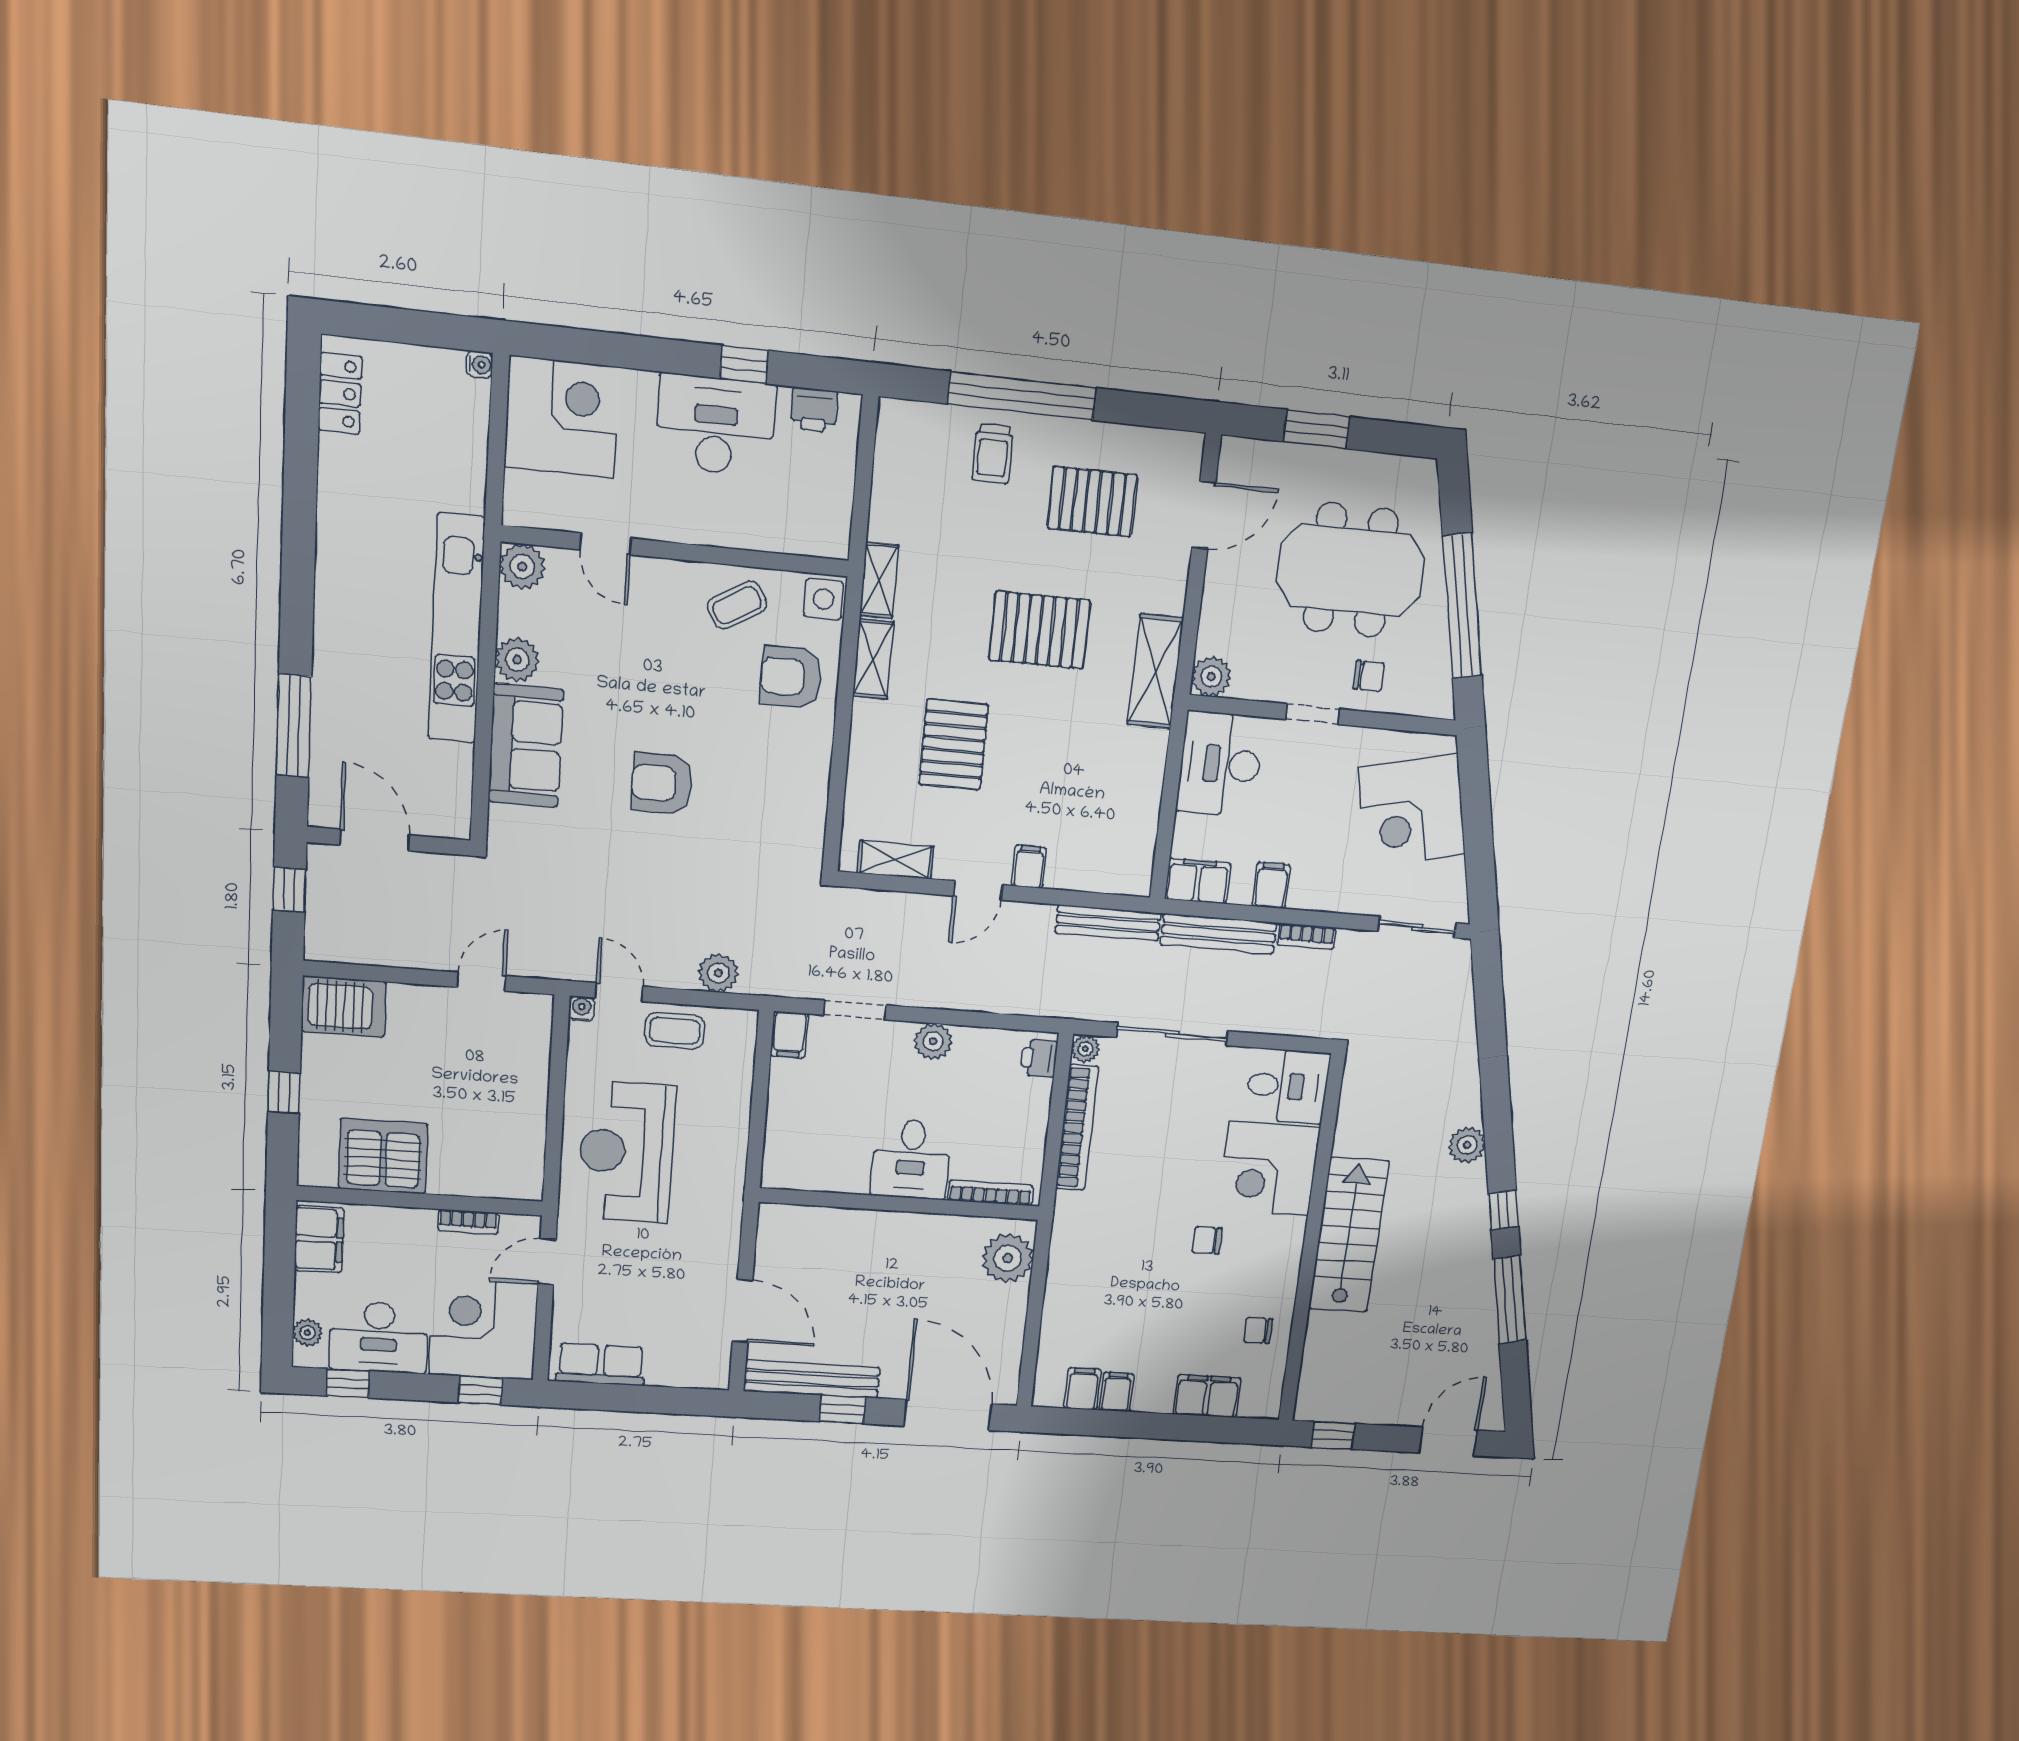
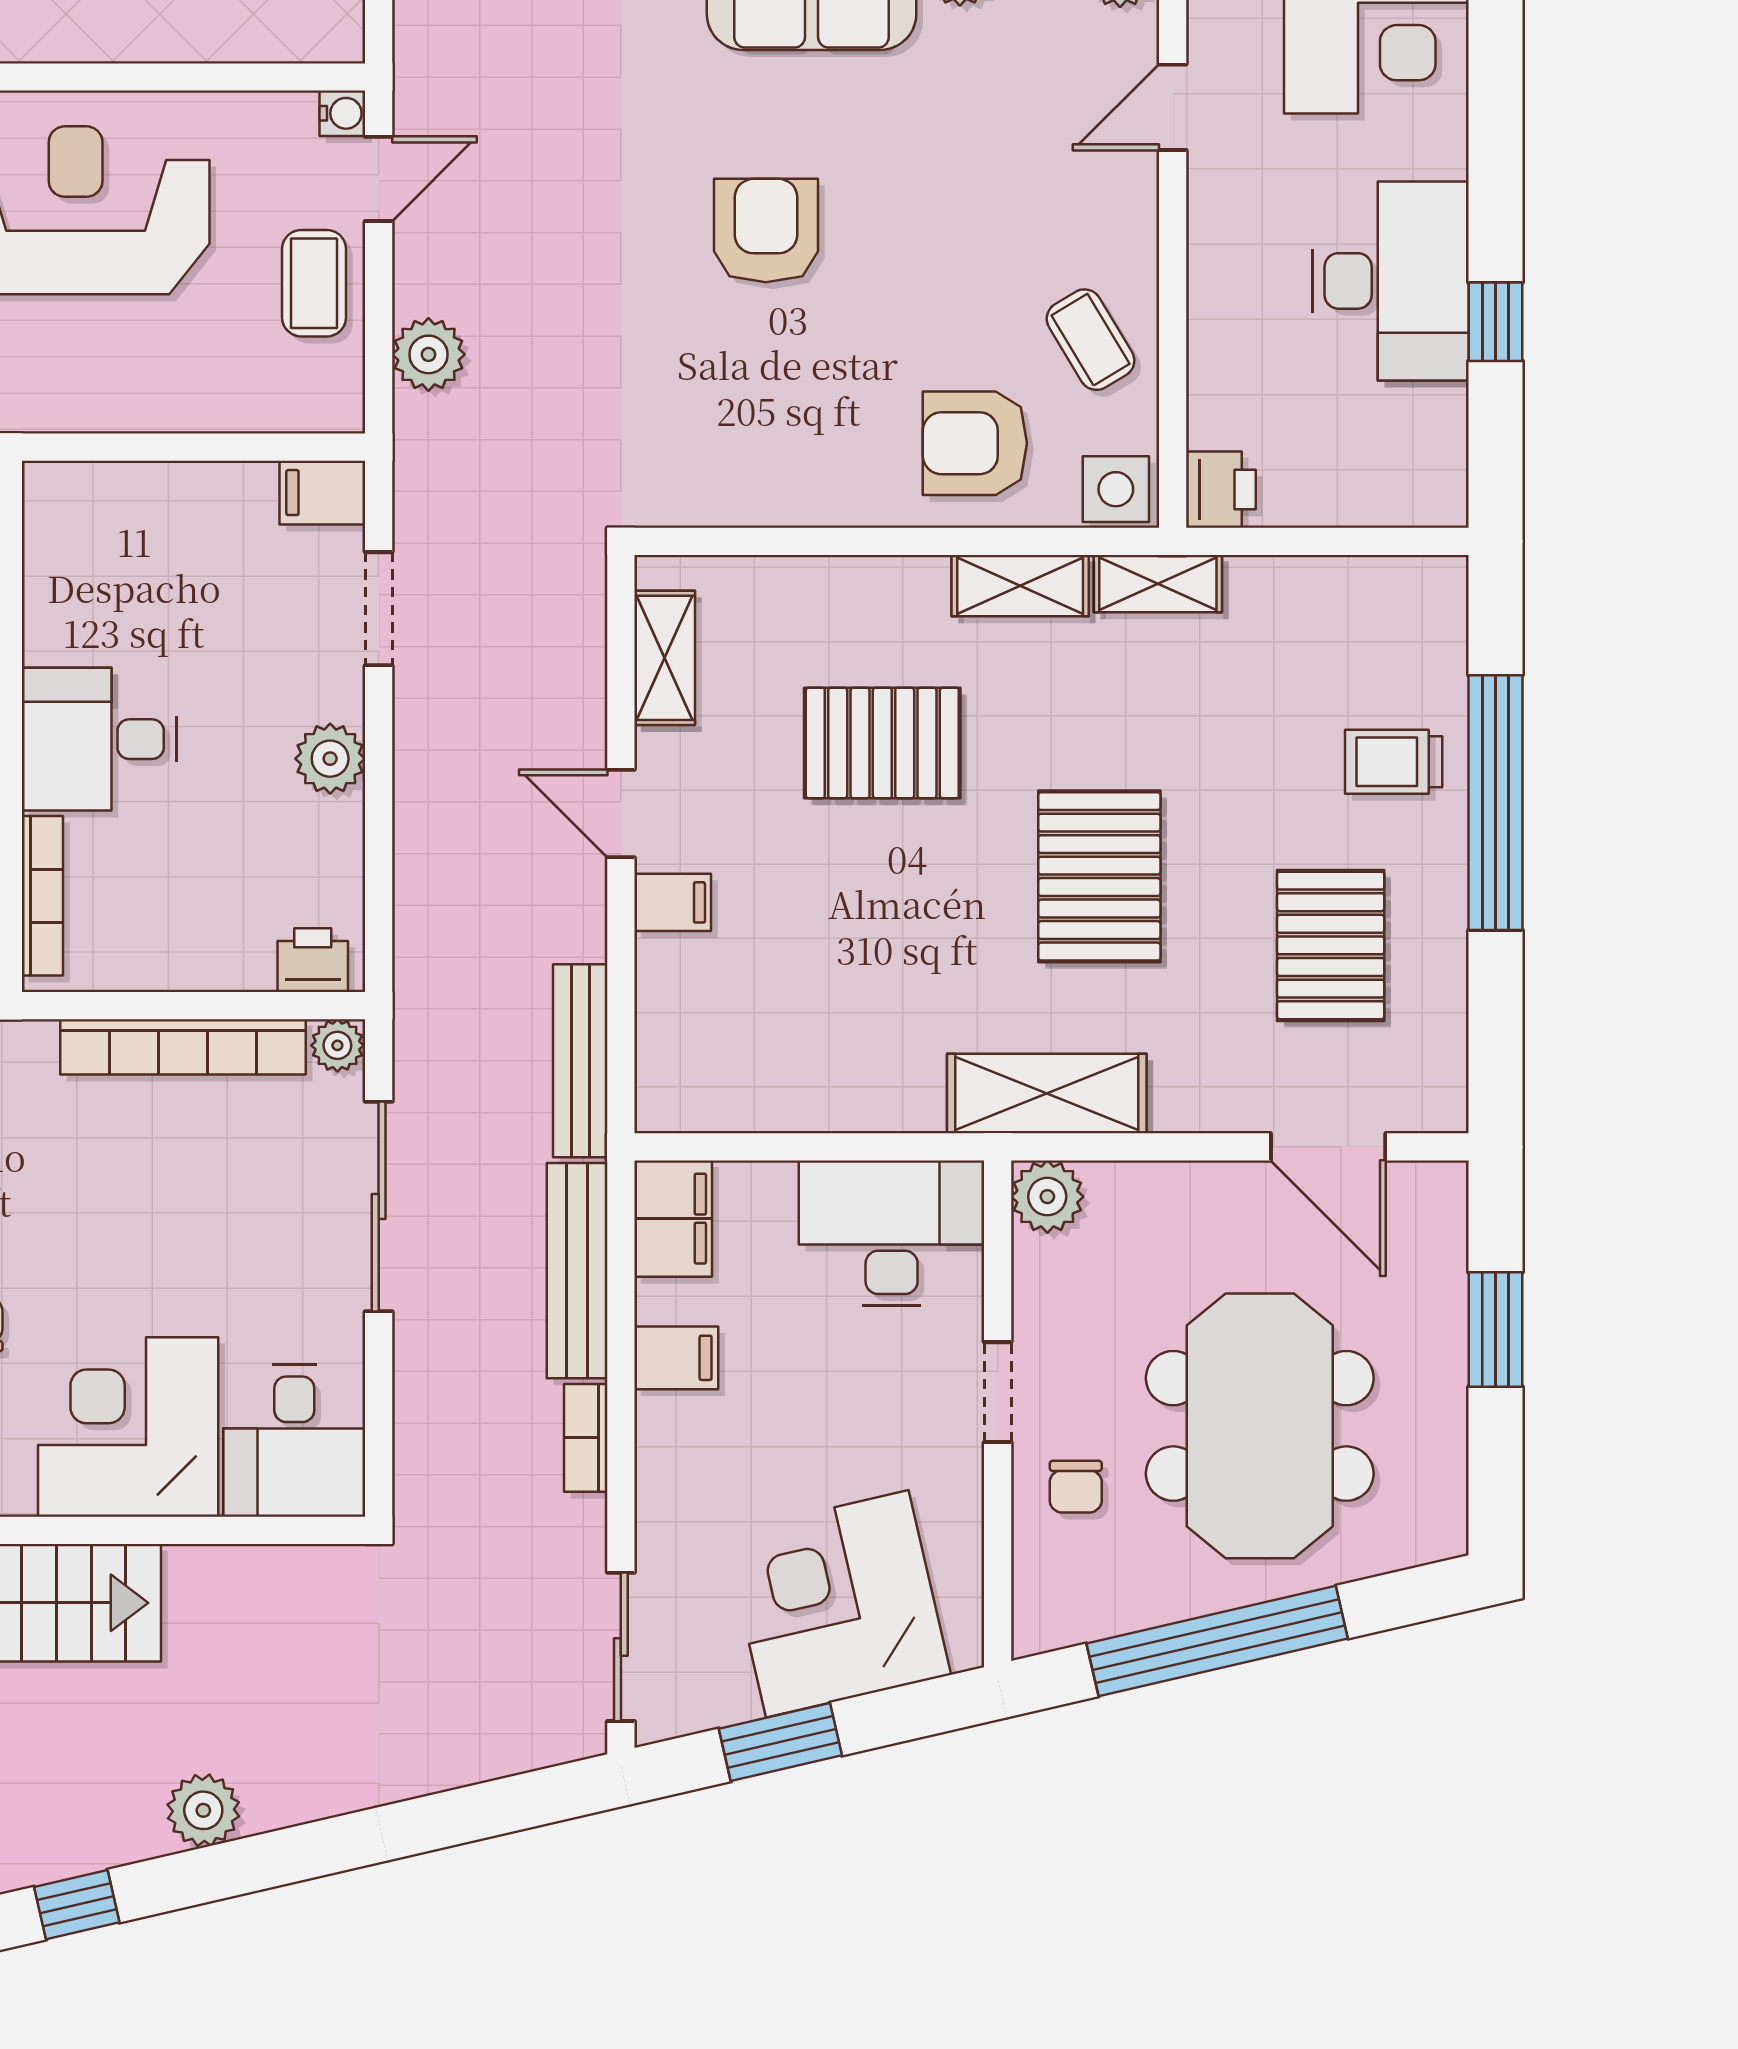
printer: (814, 410) -> (1221, 490), moved, turned 180
armchair: (791, 677) -> (975, 443), turned -90
window: (1479, 848) -> (780, 1742), added

